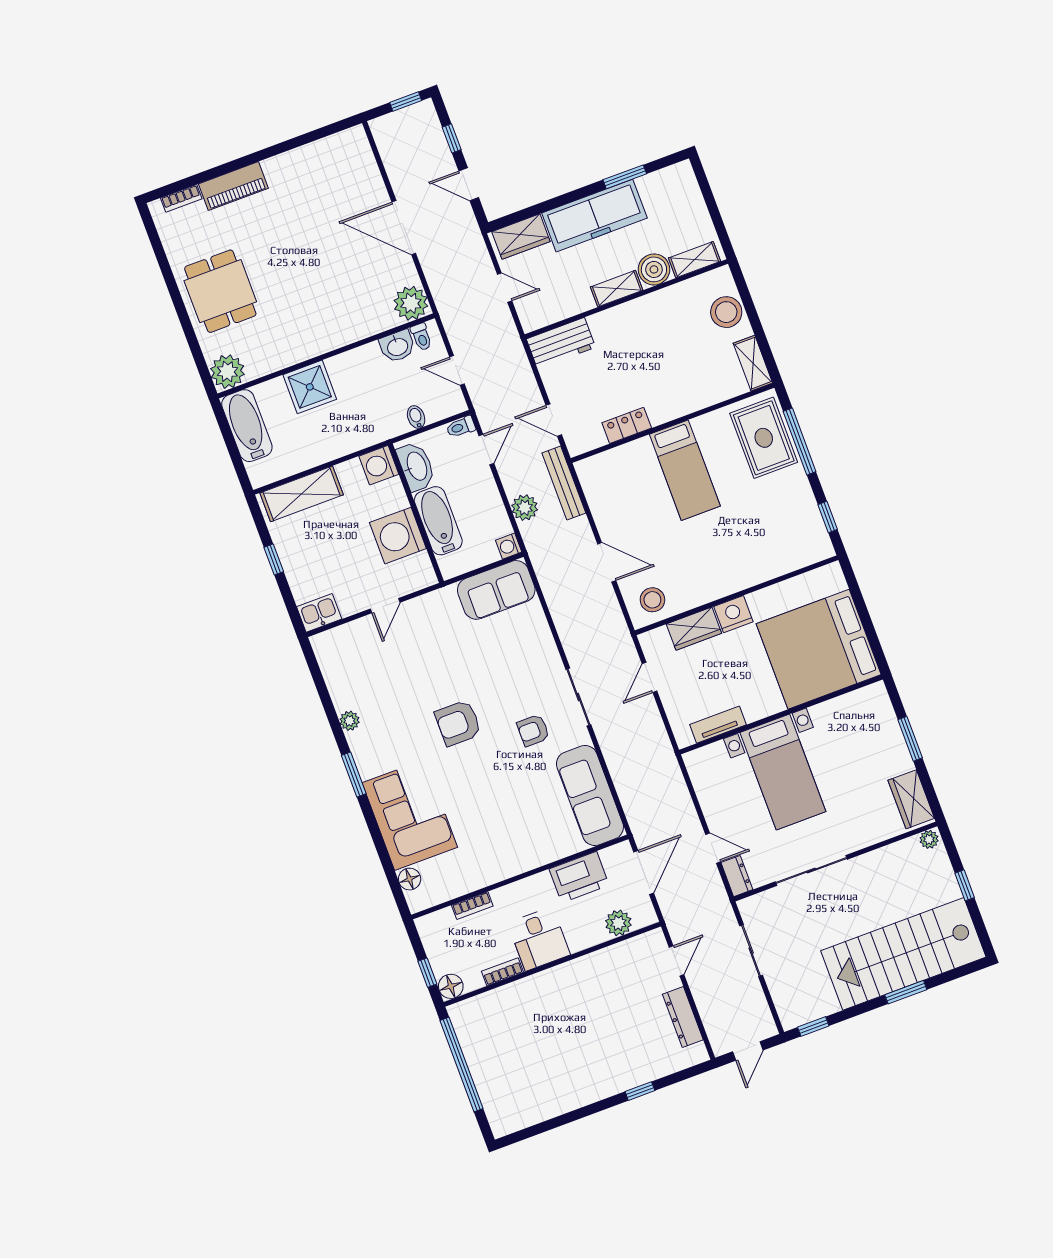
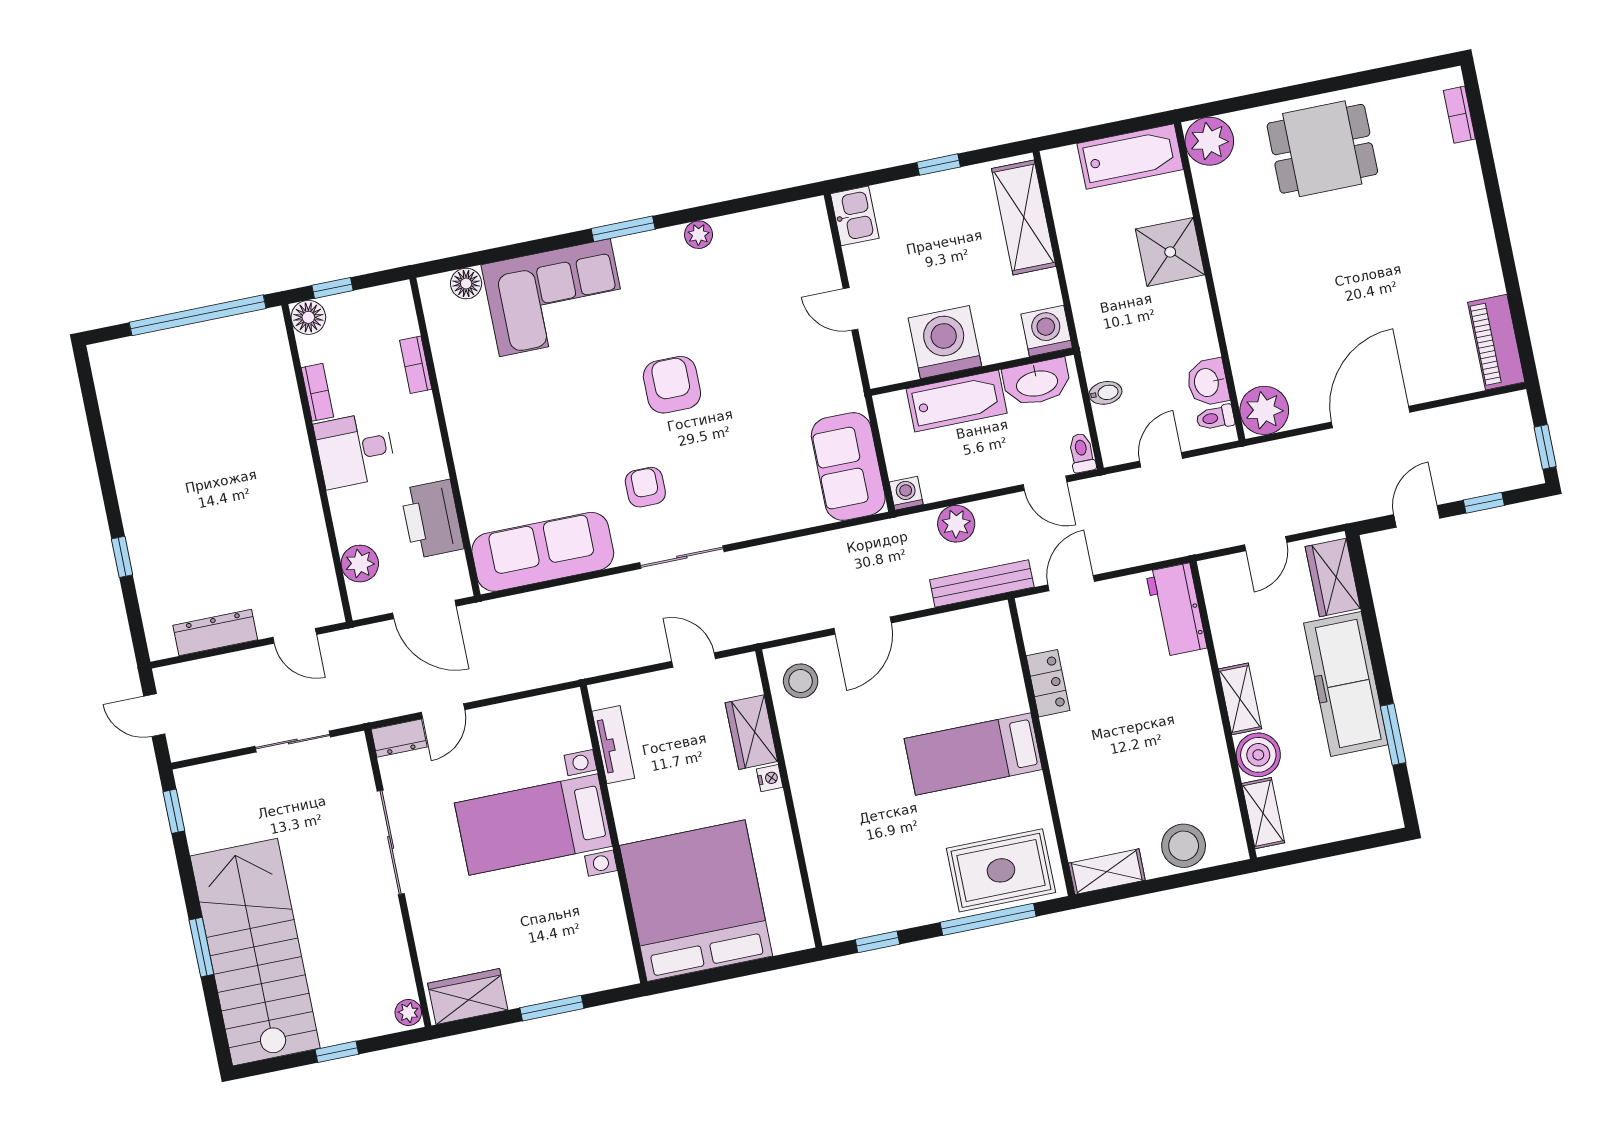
piano: (233, 186) -> (1496, 342), moved
nightstand: (733, 614) -> (770, 778), width x0.53, depth x0.56

